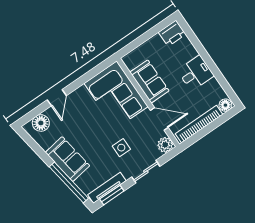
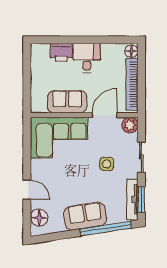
printer: (172, 33) -> (61, 52), moved, turned 90

